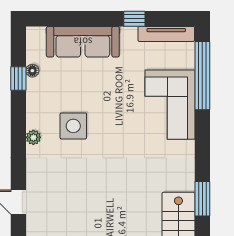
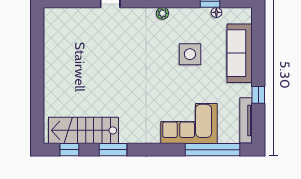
side table: (73, 126) -> (190, 54), moved

